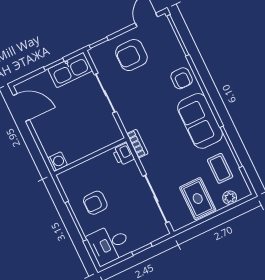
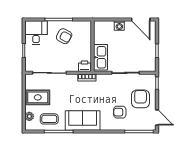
kitchen sink: (70, 70) -> (101, 57), moved, turned 180
armchair: (182, 78) -> (120, 112), moved
door: (21, 108) -> (141, 20), hinge flipped
washing machine: (57, 161) -> (119, 26), moved
armchair: (95, 203) -> (64, 36), turned 118

